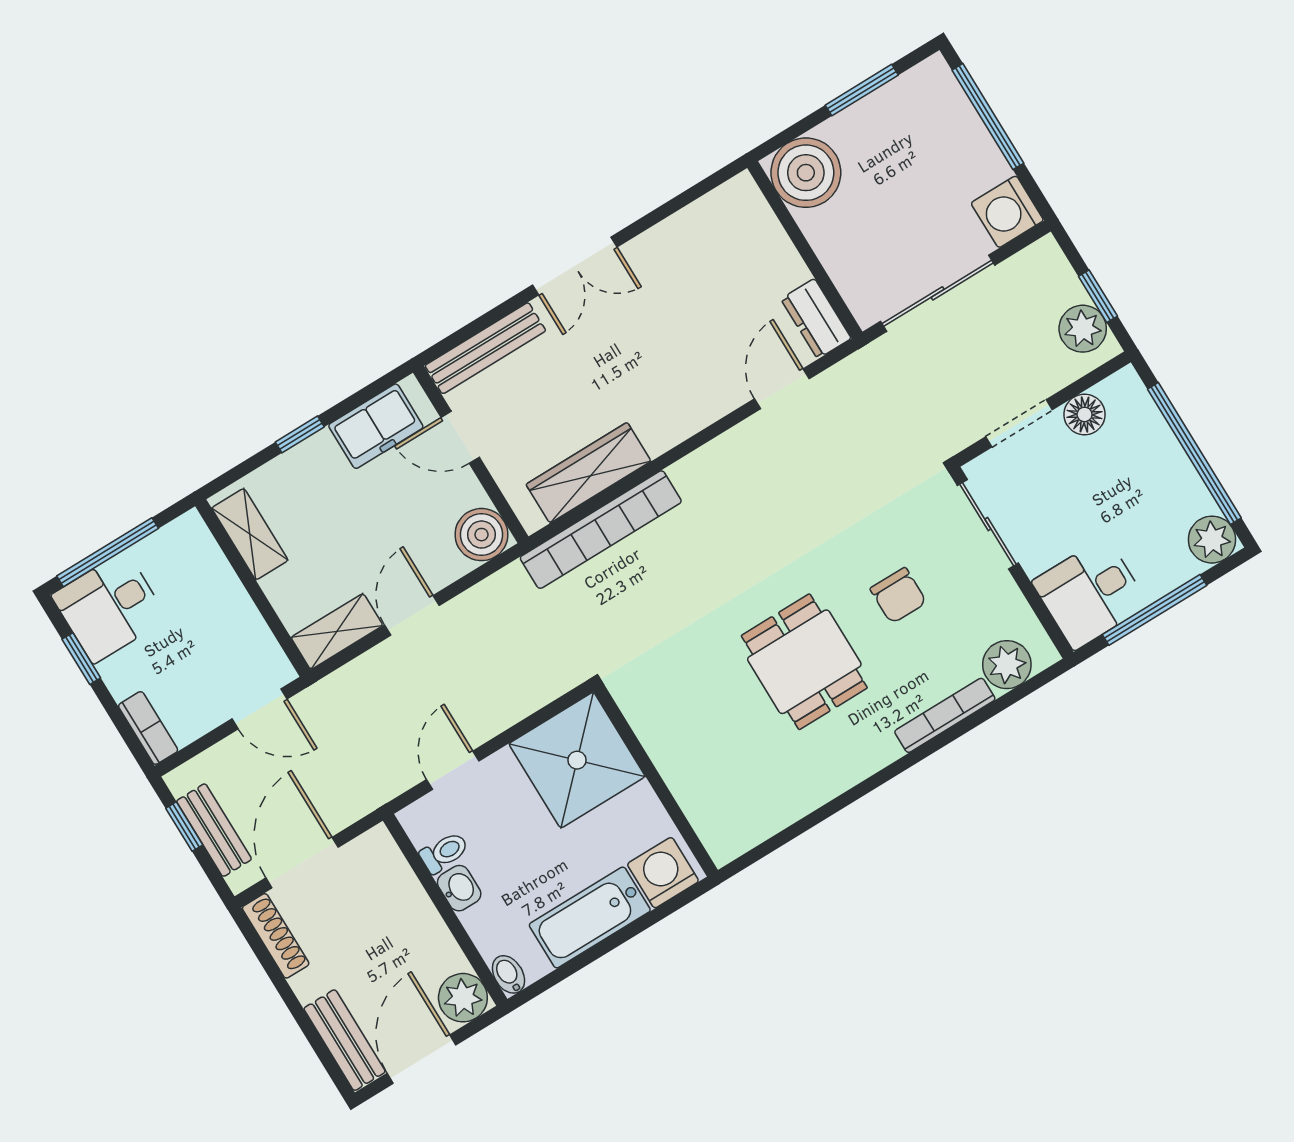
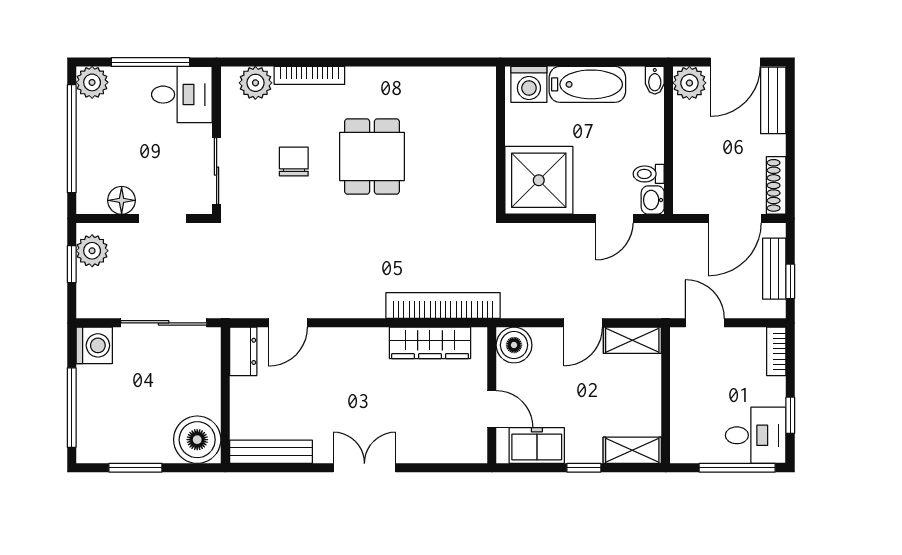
bench: (485, 348) -> (271, 452), moved
shelving: (250, 534) -> (632, 450), moved, turned 90
washbasin: (459, 888) -> (653, 200), moved

